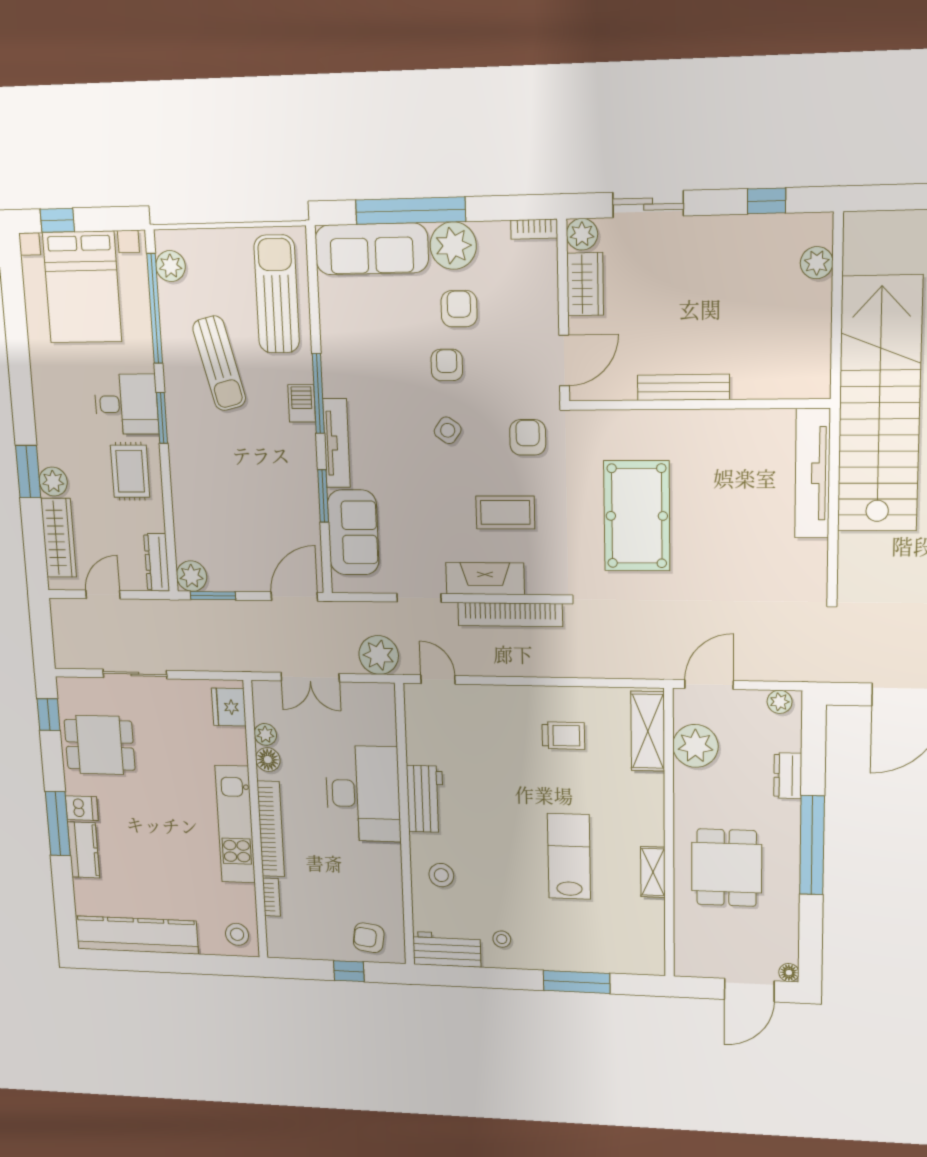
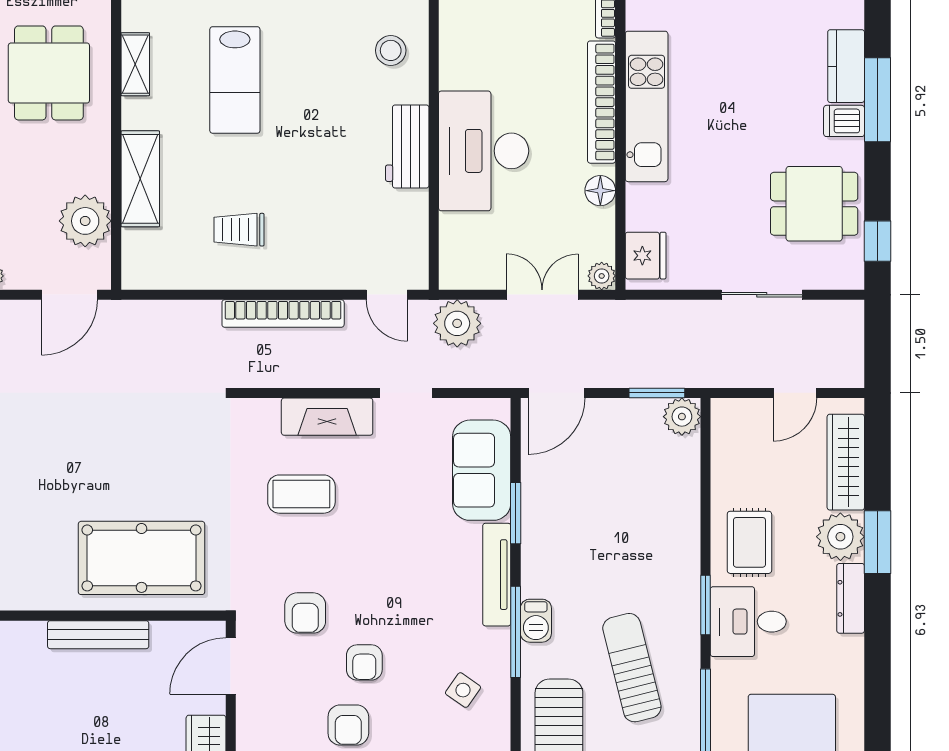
side table: (448, 430) -> (463, 690), moved
armchair: (528, 437) -> (305, 613), moved
plant: (53, 481) -> (840, 537), width x1.36, depth x1.36
pool table: (637, 516) -> (141, 558), moved, turned 90
dresser: (157, 562) -> (851, 598), moved, turned 180
bookcase: (510, 615) -> (283, 313), moved, turned 180
shelving: (648, 731) -> (140, 179), moved
plant: (265, 734) -> (602, 276), moved

